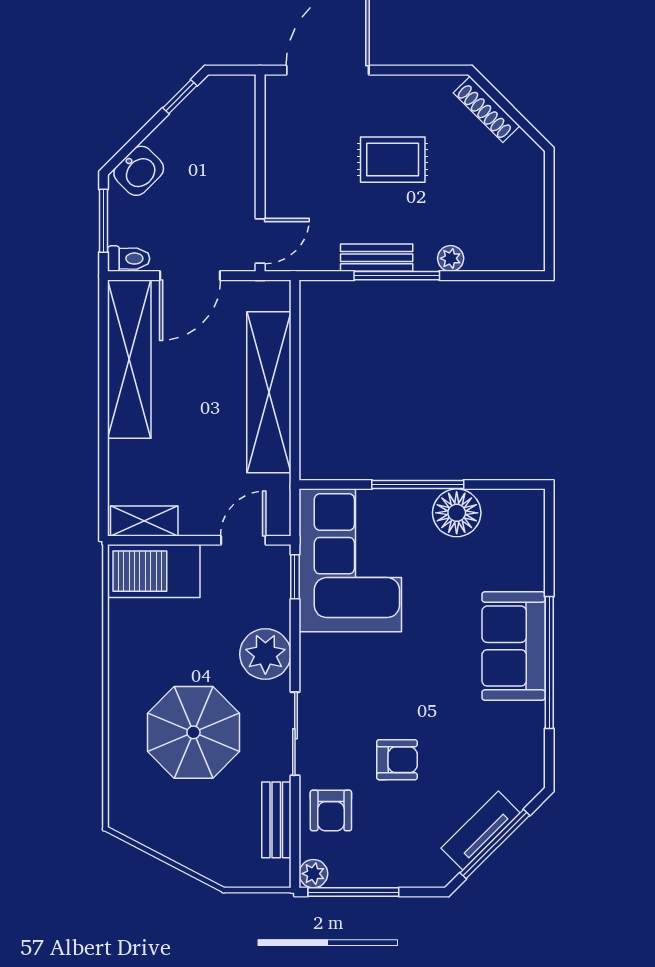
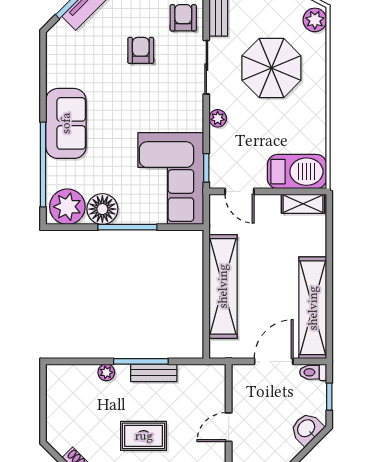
window: (103, 221) -> (329, 397), width x0.67
door: (260, 241) -> (229, 427), moved
plant: (511, 516) -> (67, 207), added
door: (243, 540) -> (240, 191), hinge flipped
plant: (265, 654) -> (218, 118), width x0.53, depth x0.53
window: (549, 662) -> (43, 164), moved
armchair: (397, 760) -> (141, 50), turned 90
plant: (126, 807) -> (315, 20), added

